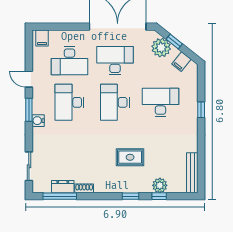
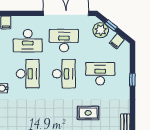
desk: (69, 102) -> (28, 74), turned 180
desk: (115, 102) -> (64, 74), turned 180
rug: (130, 157) -> (88, 113), moved

